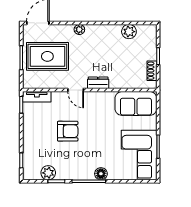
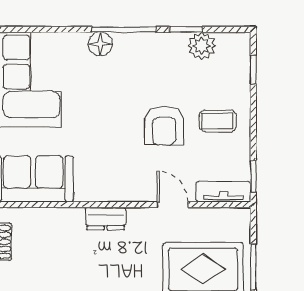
door: (76, 90) -> (173, 205), moved
armchair: (68, 131) -> (164, 126), turned -90
coffee table: (40, 134) -> (218, 121), added

